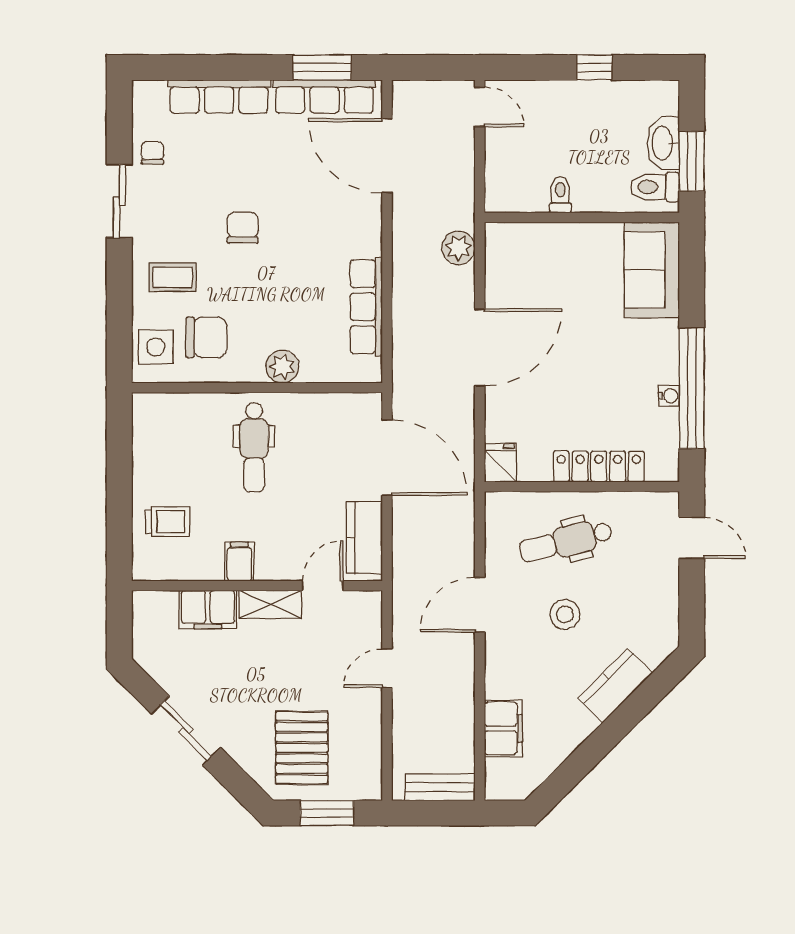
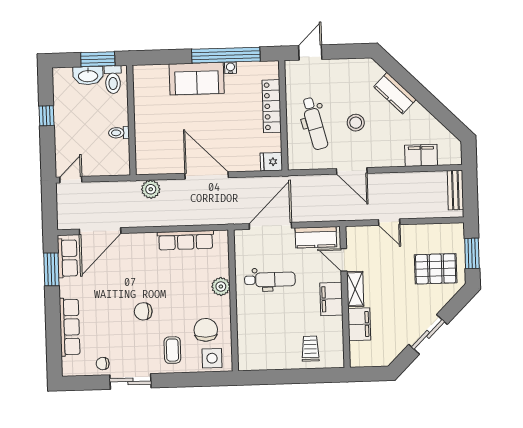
row of seats: (324, 96) -> (67, 258), width x0.68
sofa: (652, 270) -> (197, 79), moved
dental chair: (254, 447) -> (270, 280), moved
filing cabinet: (239, 562) -> (331, 299), width x2.00

